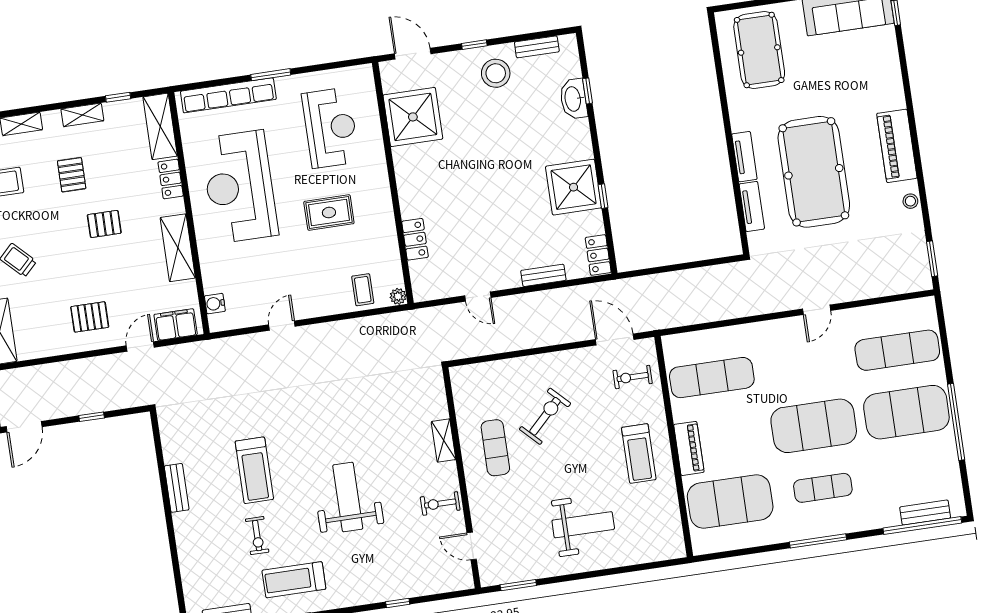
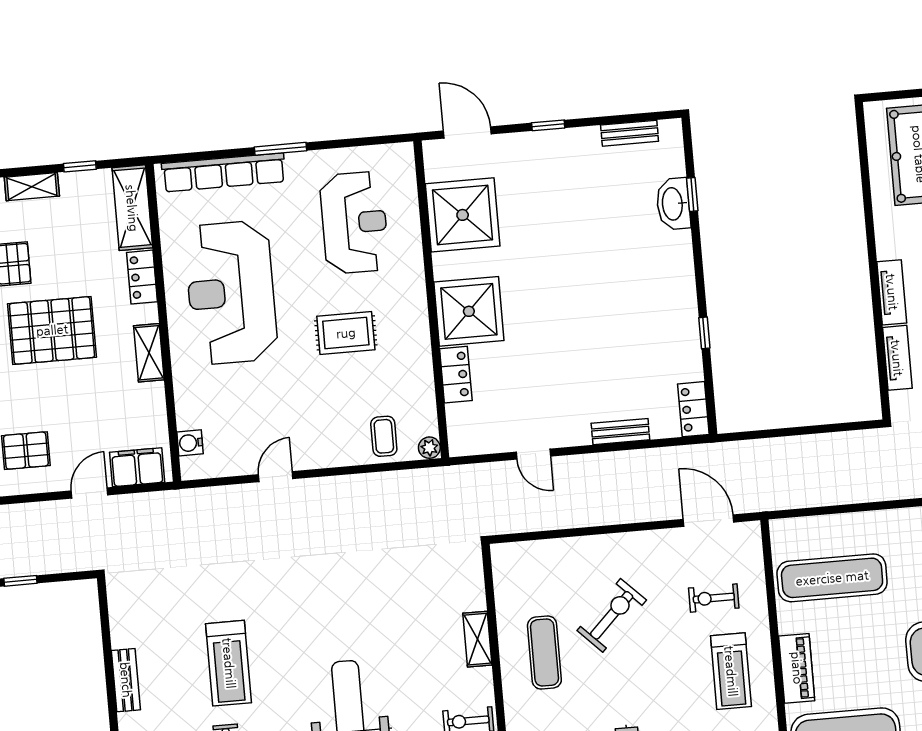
stool: (496, 73) -> (574, 164), removed
shower: (574, 187) -> (469, 311), moved
pallet: (104, 224) -> (52, 330), width x2.05, depth x2.00
shelving: (178, 248) -> (149, 353), width x0.67, depth x0.75
exercise bike: (633, 377) -> (714, 598), moved

